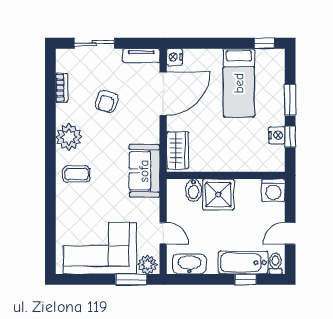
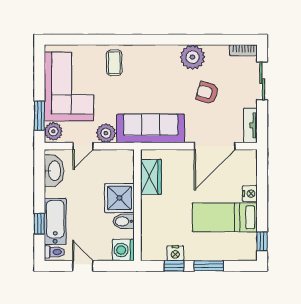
nightstand: (174, 57) -> (250, 194), moved, turned 90
bookcase: (62, 88) -> (243, 50), moved
door: (163, 94) -> (215, 146), hinge flipped
plant: (69, 137) -> (193, 57), moved
wardrobe: (178, 150) -> (151, 177), moved, turned -90
sofa: (144, 171) -> (151, 128), width x1.36
coffee table: (77, 174) -> (114, 63), moved
bidet: (194, 190) -> (124, 221), moved
plant: (149, 209) -> (106, 133), added

